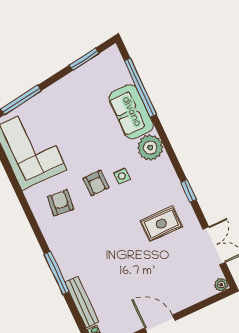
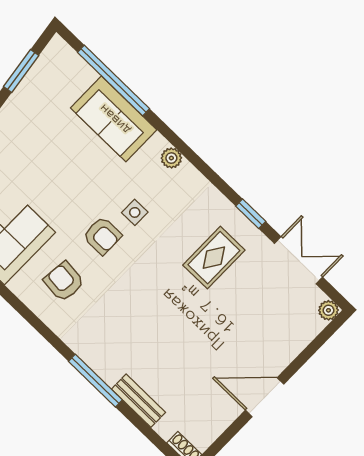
plant: (150, 148) -> (171, 158), width x0.53, depth x0.53
window: (189, 191) -> (251, 214), moved
bench: (82, 302) -> (138, 401), width x0.73

